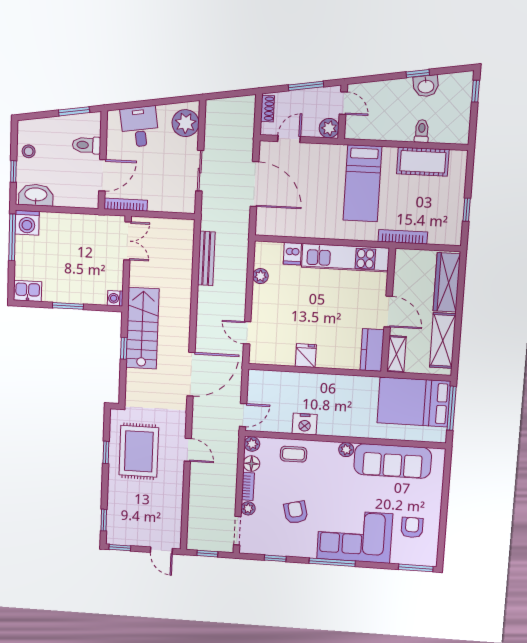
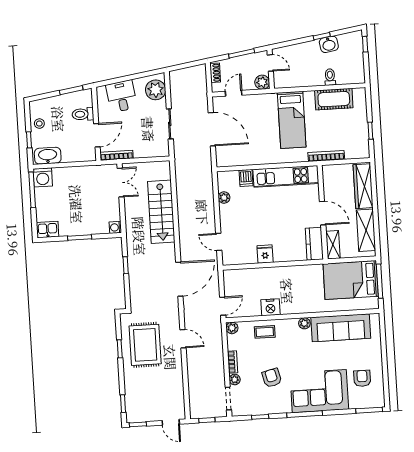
bench: (206, 258) -> (182, 189), removed
stairs: (142, 328) -> (161, 212), moved, turned 180
floor lamp: (251, 464) -> (233, 343), removed

